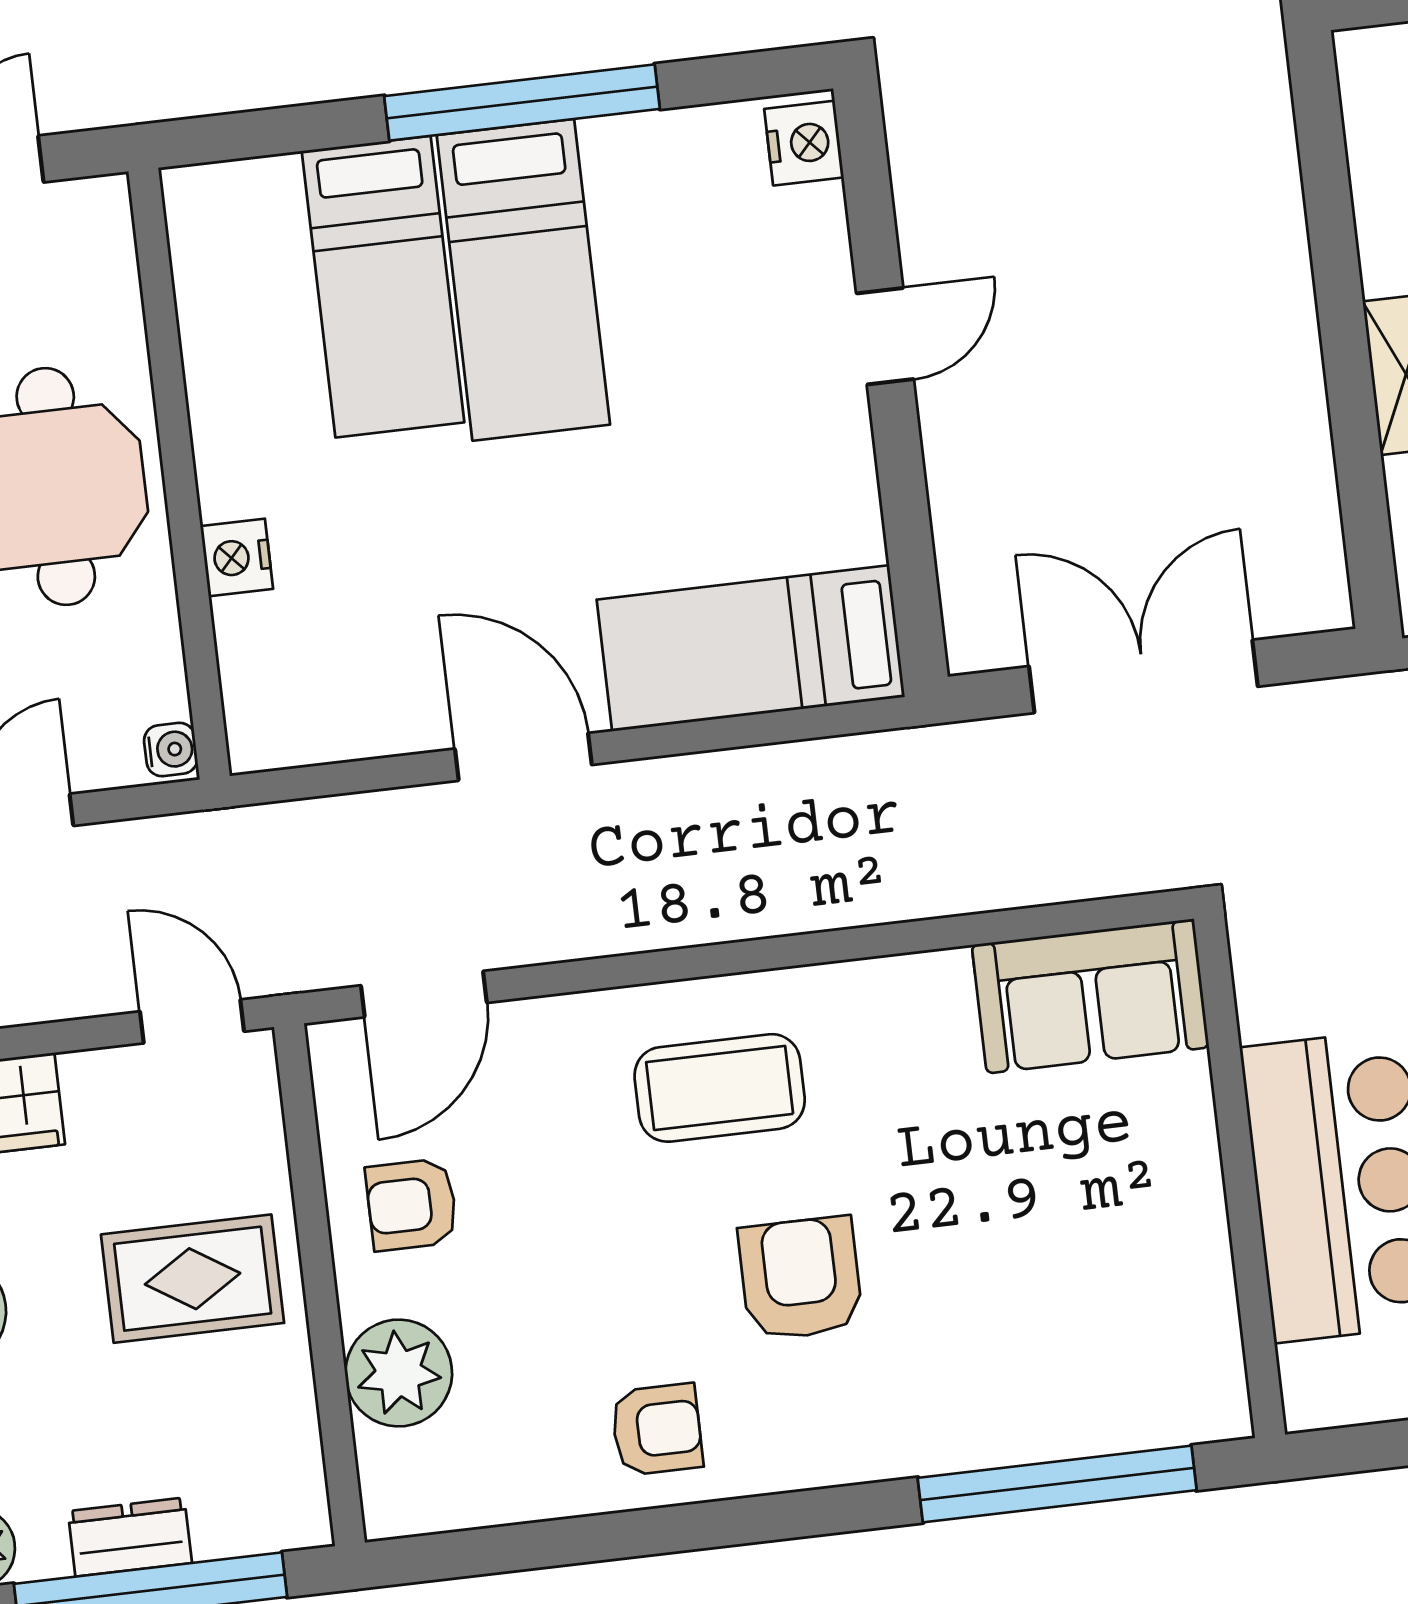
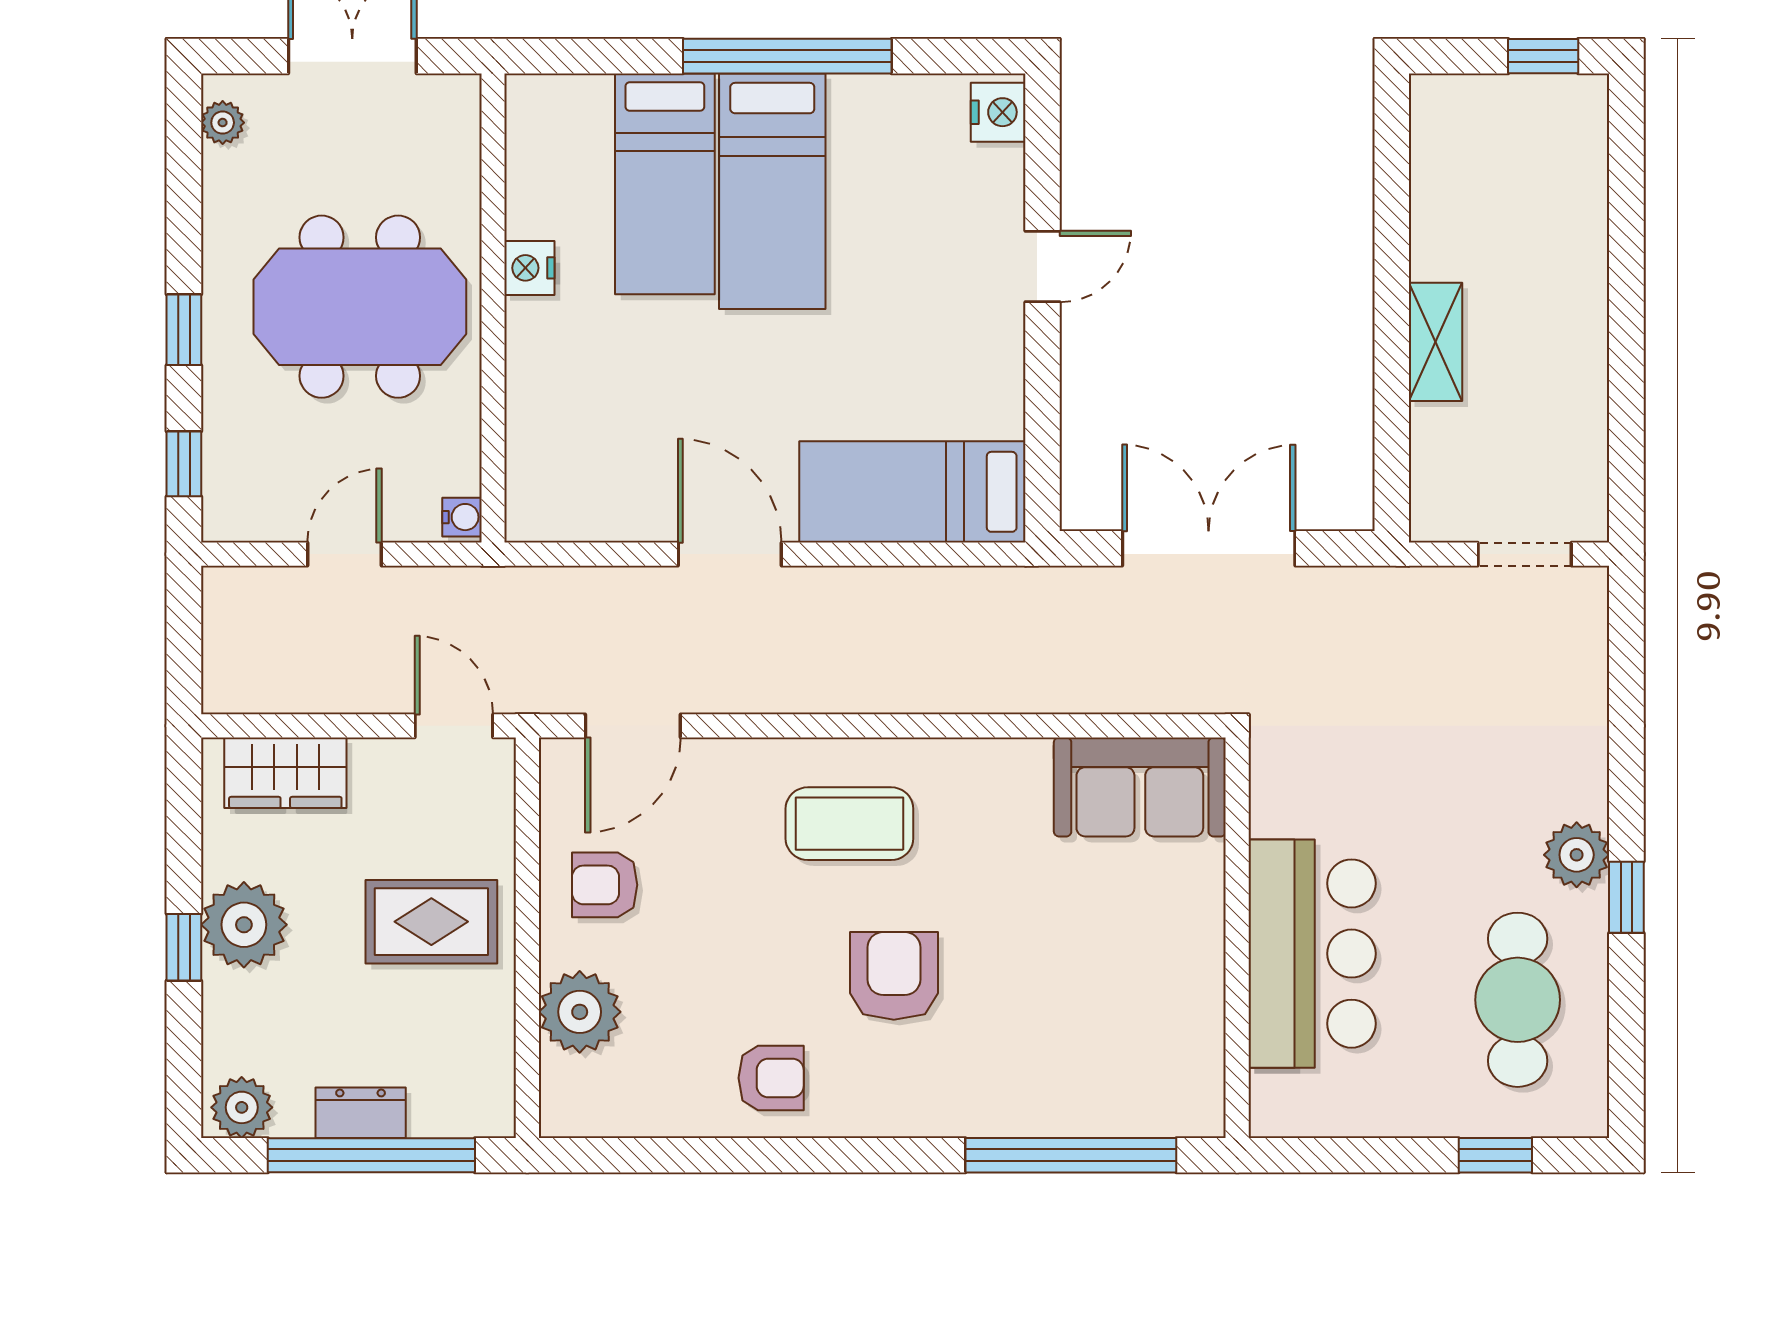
nightstand: (237, 558) -> (529, 268), moved

